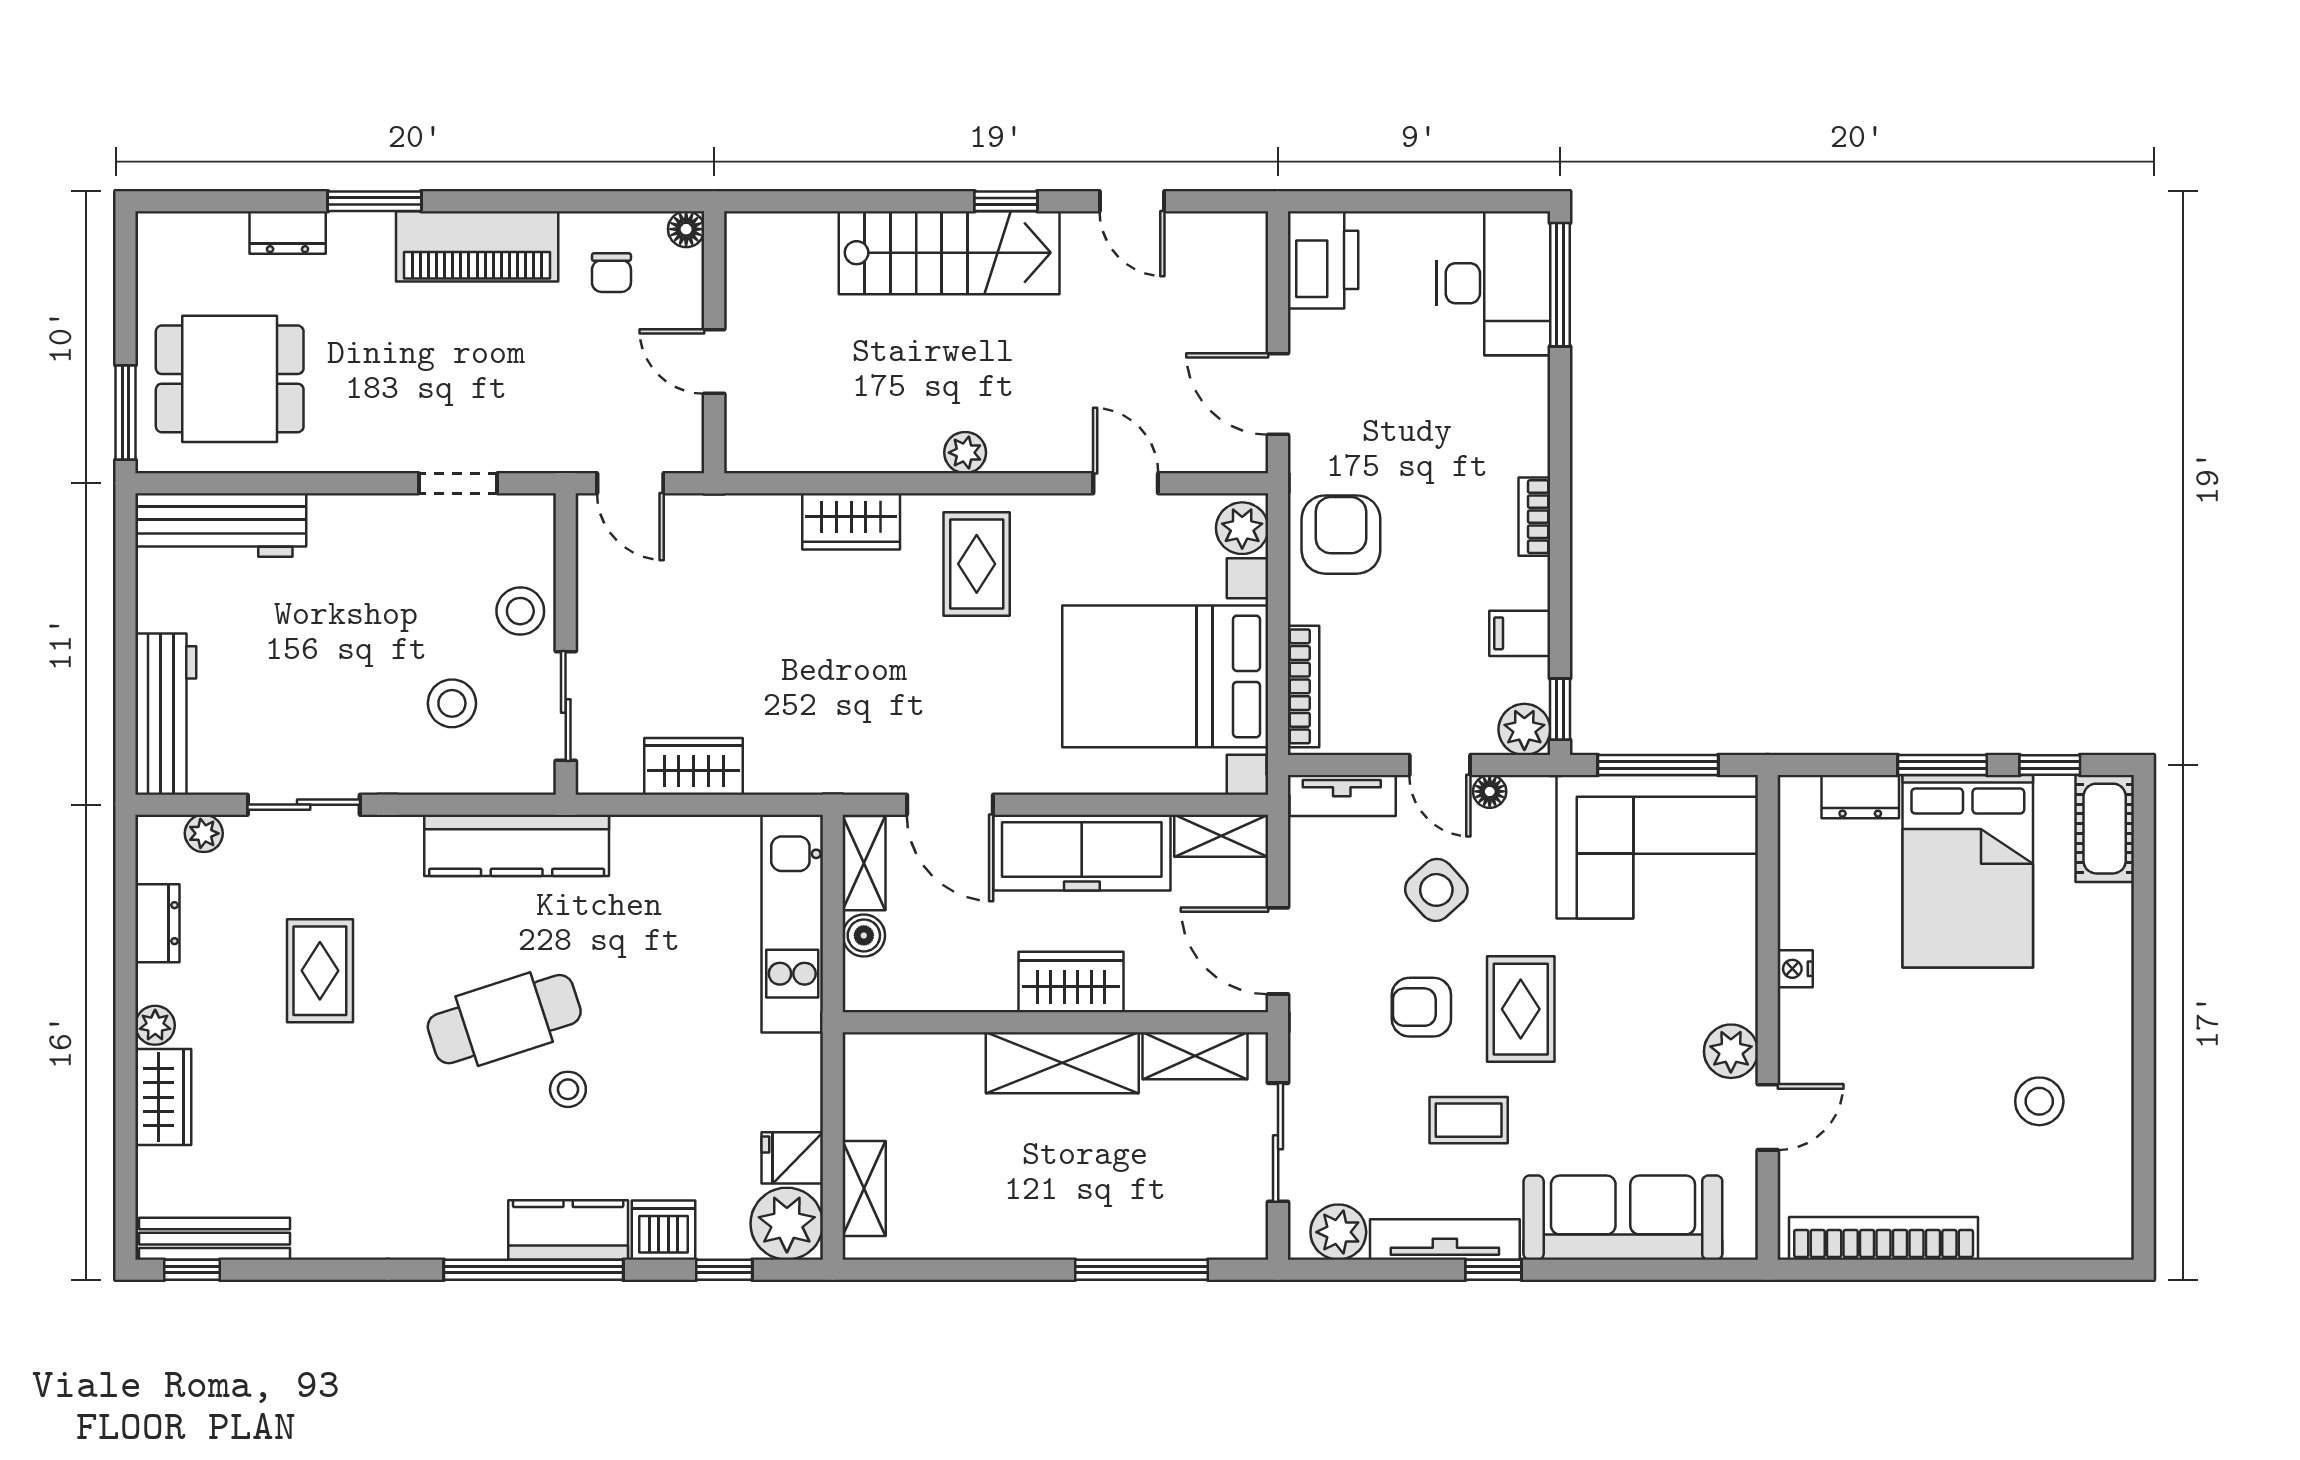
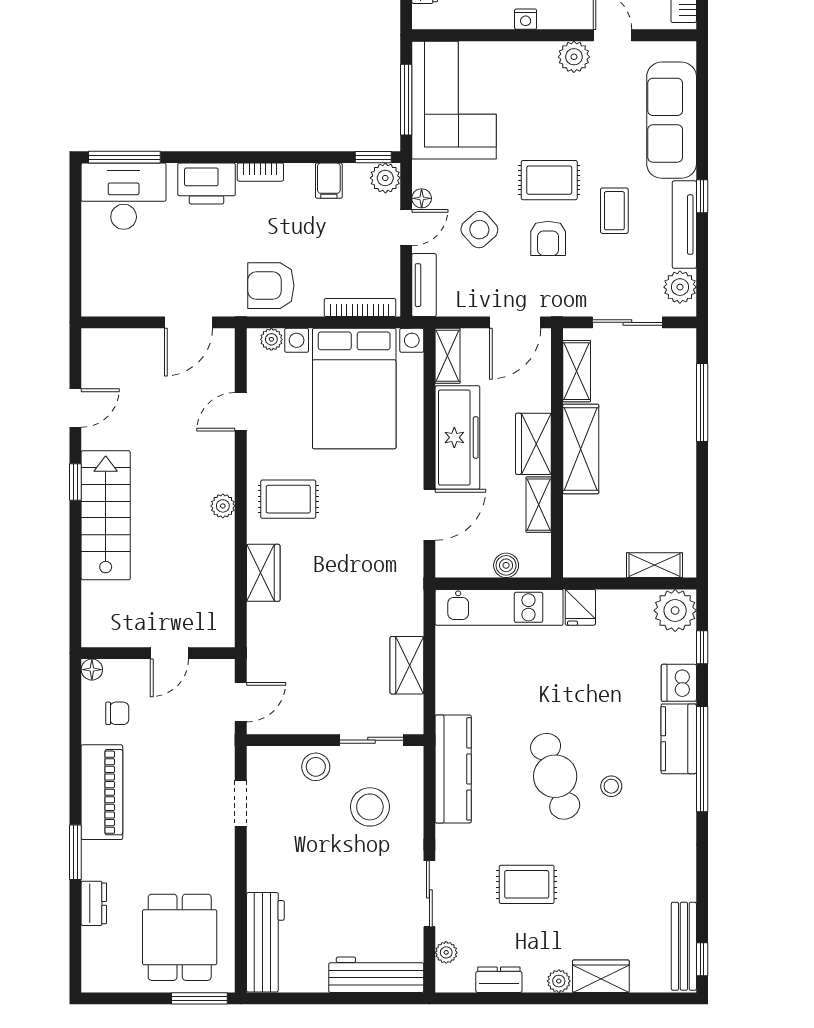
printer: (1323, 260) -> (207, 183), moved, turned 180
plant: (1242, 528) -> (271, 339), width x0.73, depth x0.73
stool: (452, 703) -> (370, 807), width x1.38, depth x1.38
shelving: (864, 863) -> (539, 505), moved, turned 90
stool: (568, 1089) -> (611, 786), moved
fridge: (792, 1158) -> (580, 607), moved

